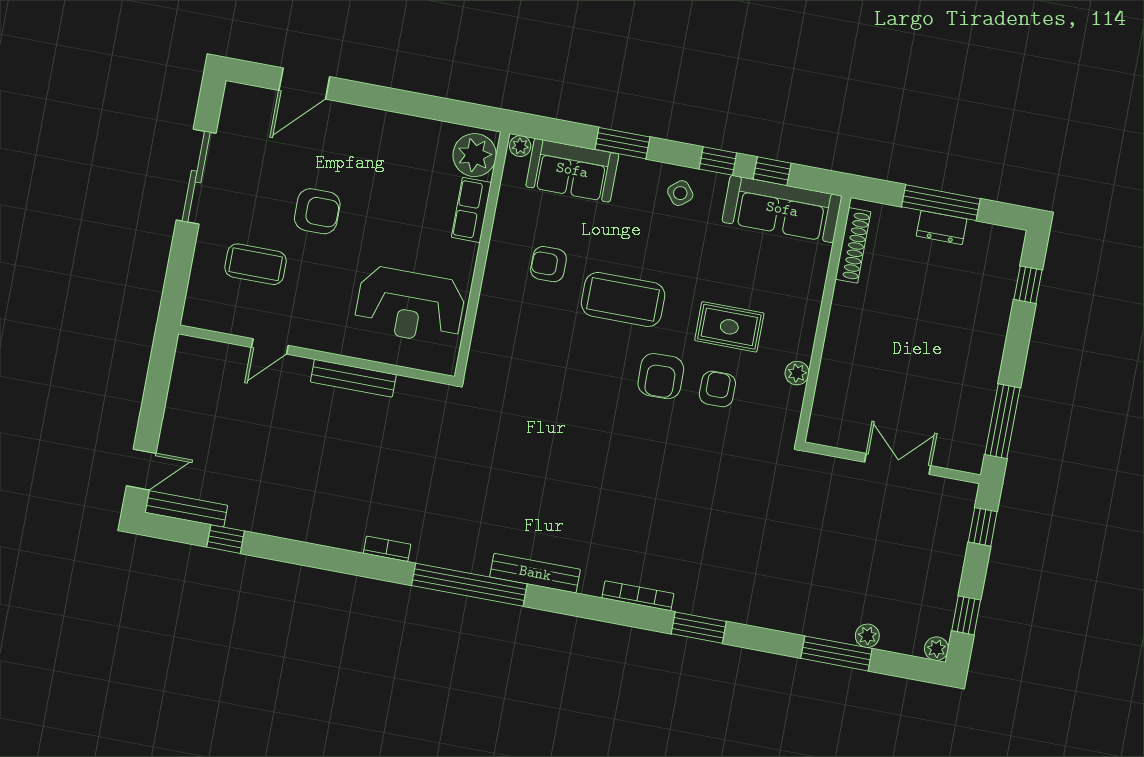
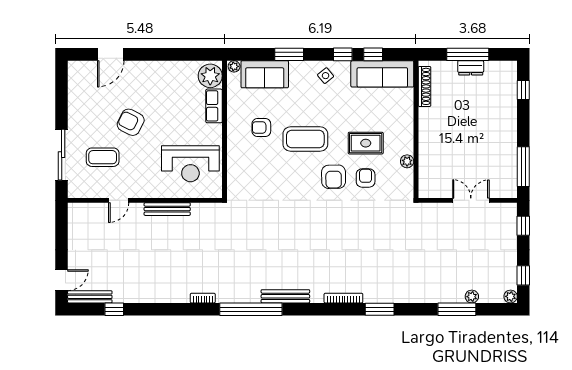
sliding door: (196, 177) -> (62, 155), moved
armchair: (317, 211) -> (131, 122), turned -153

